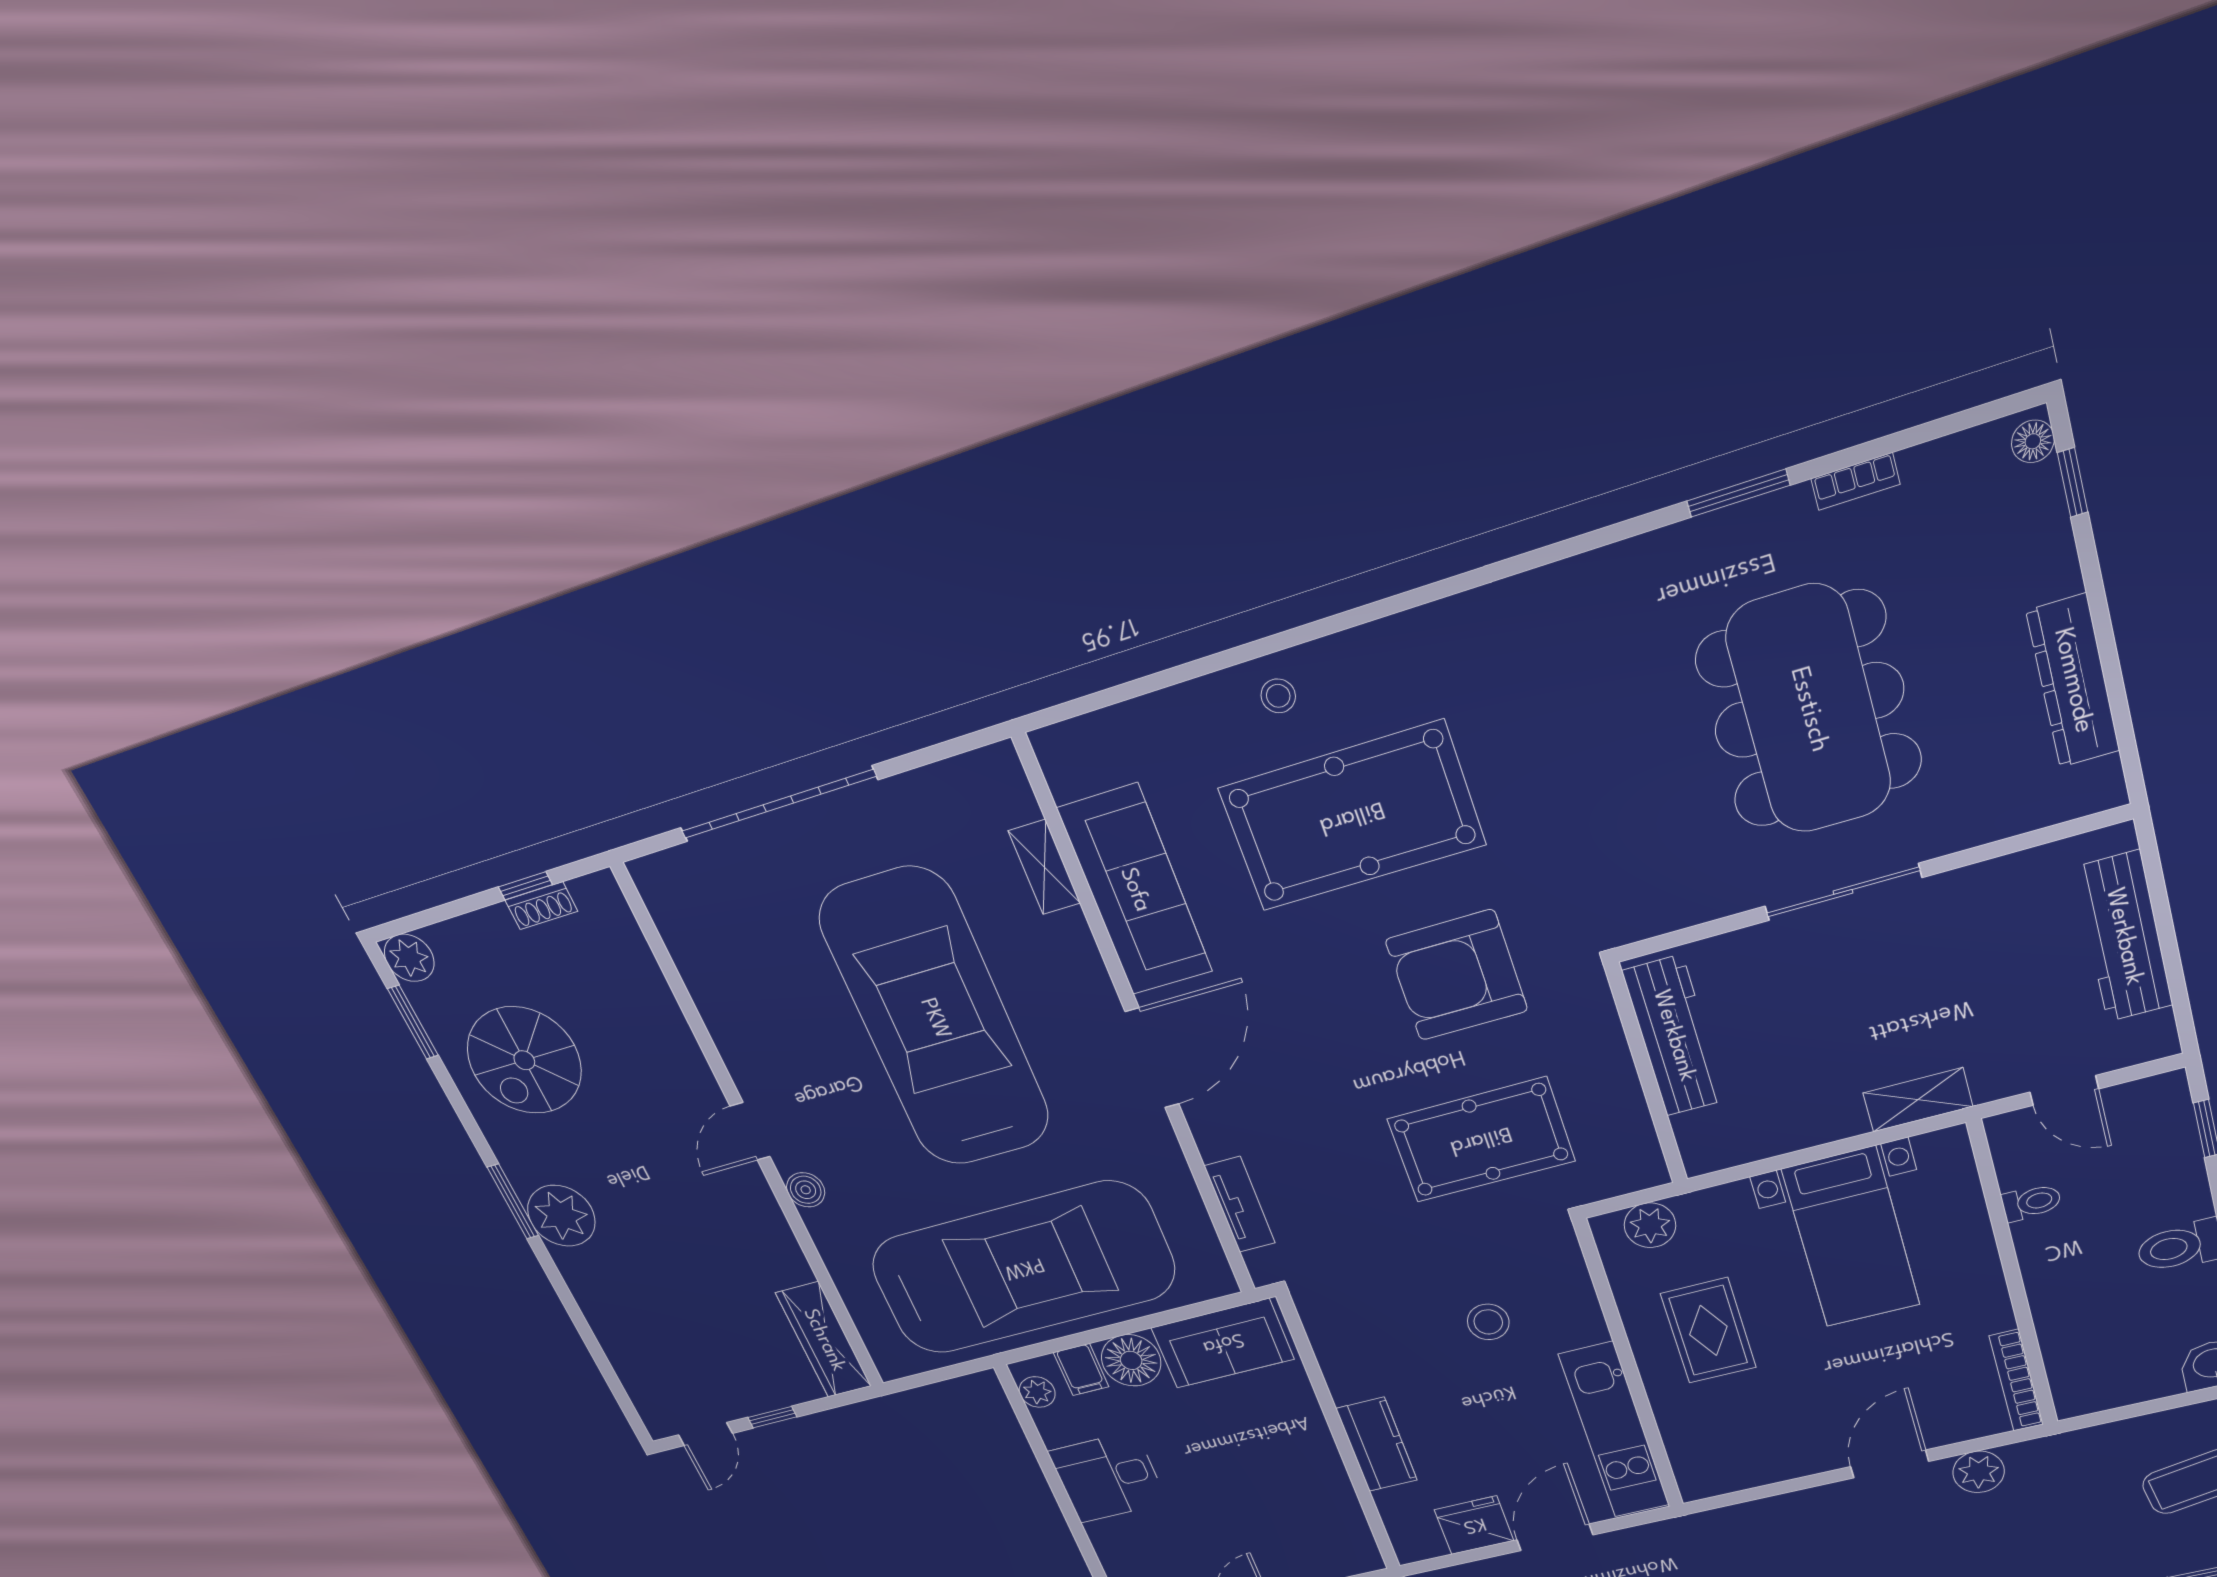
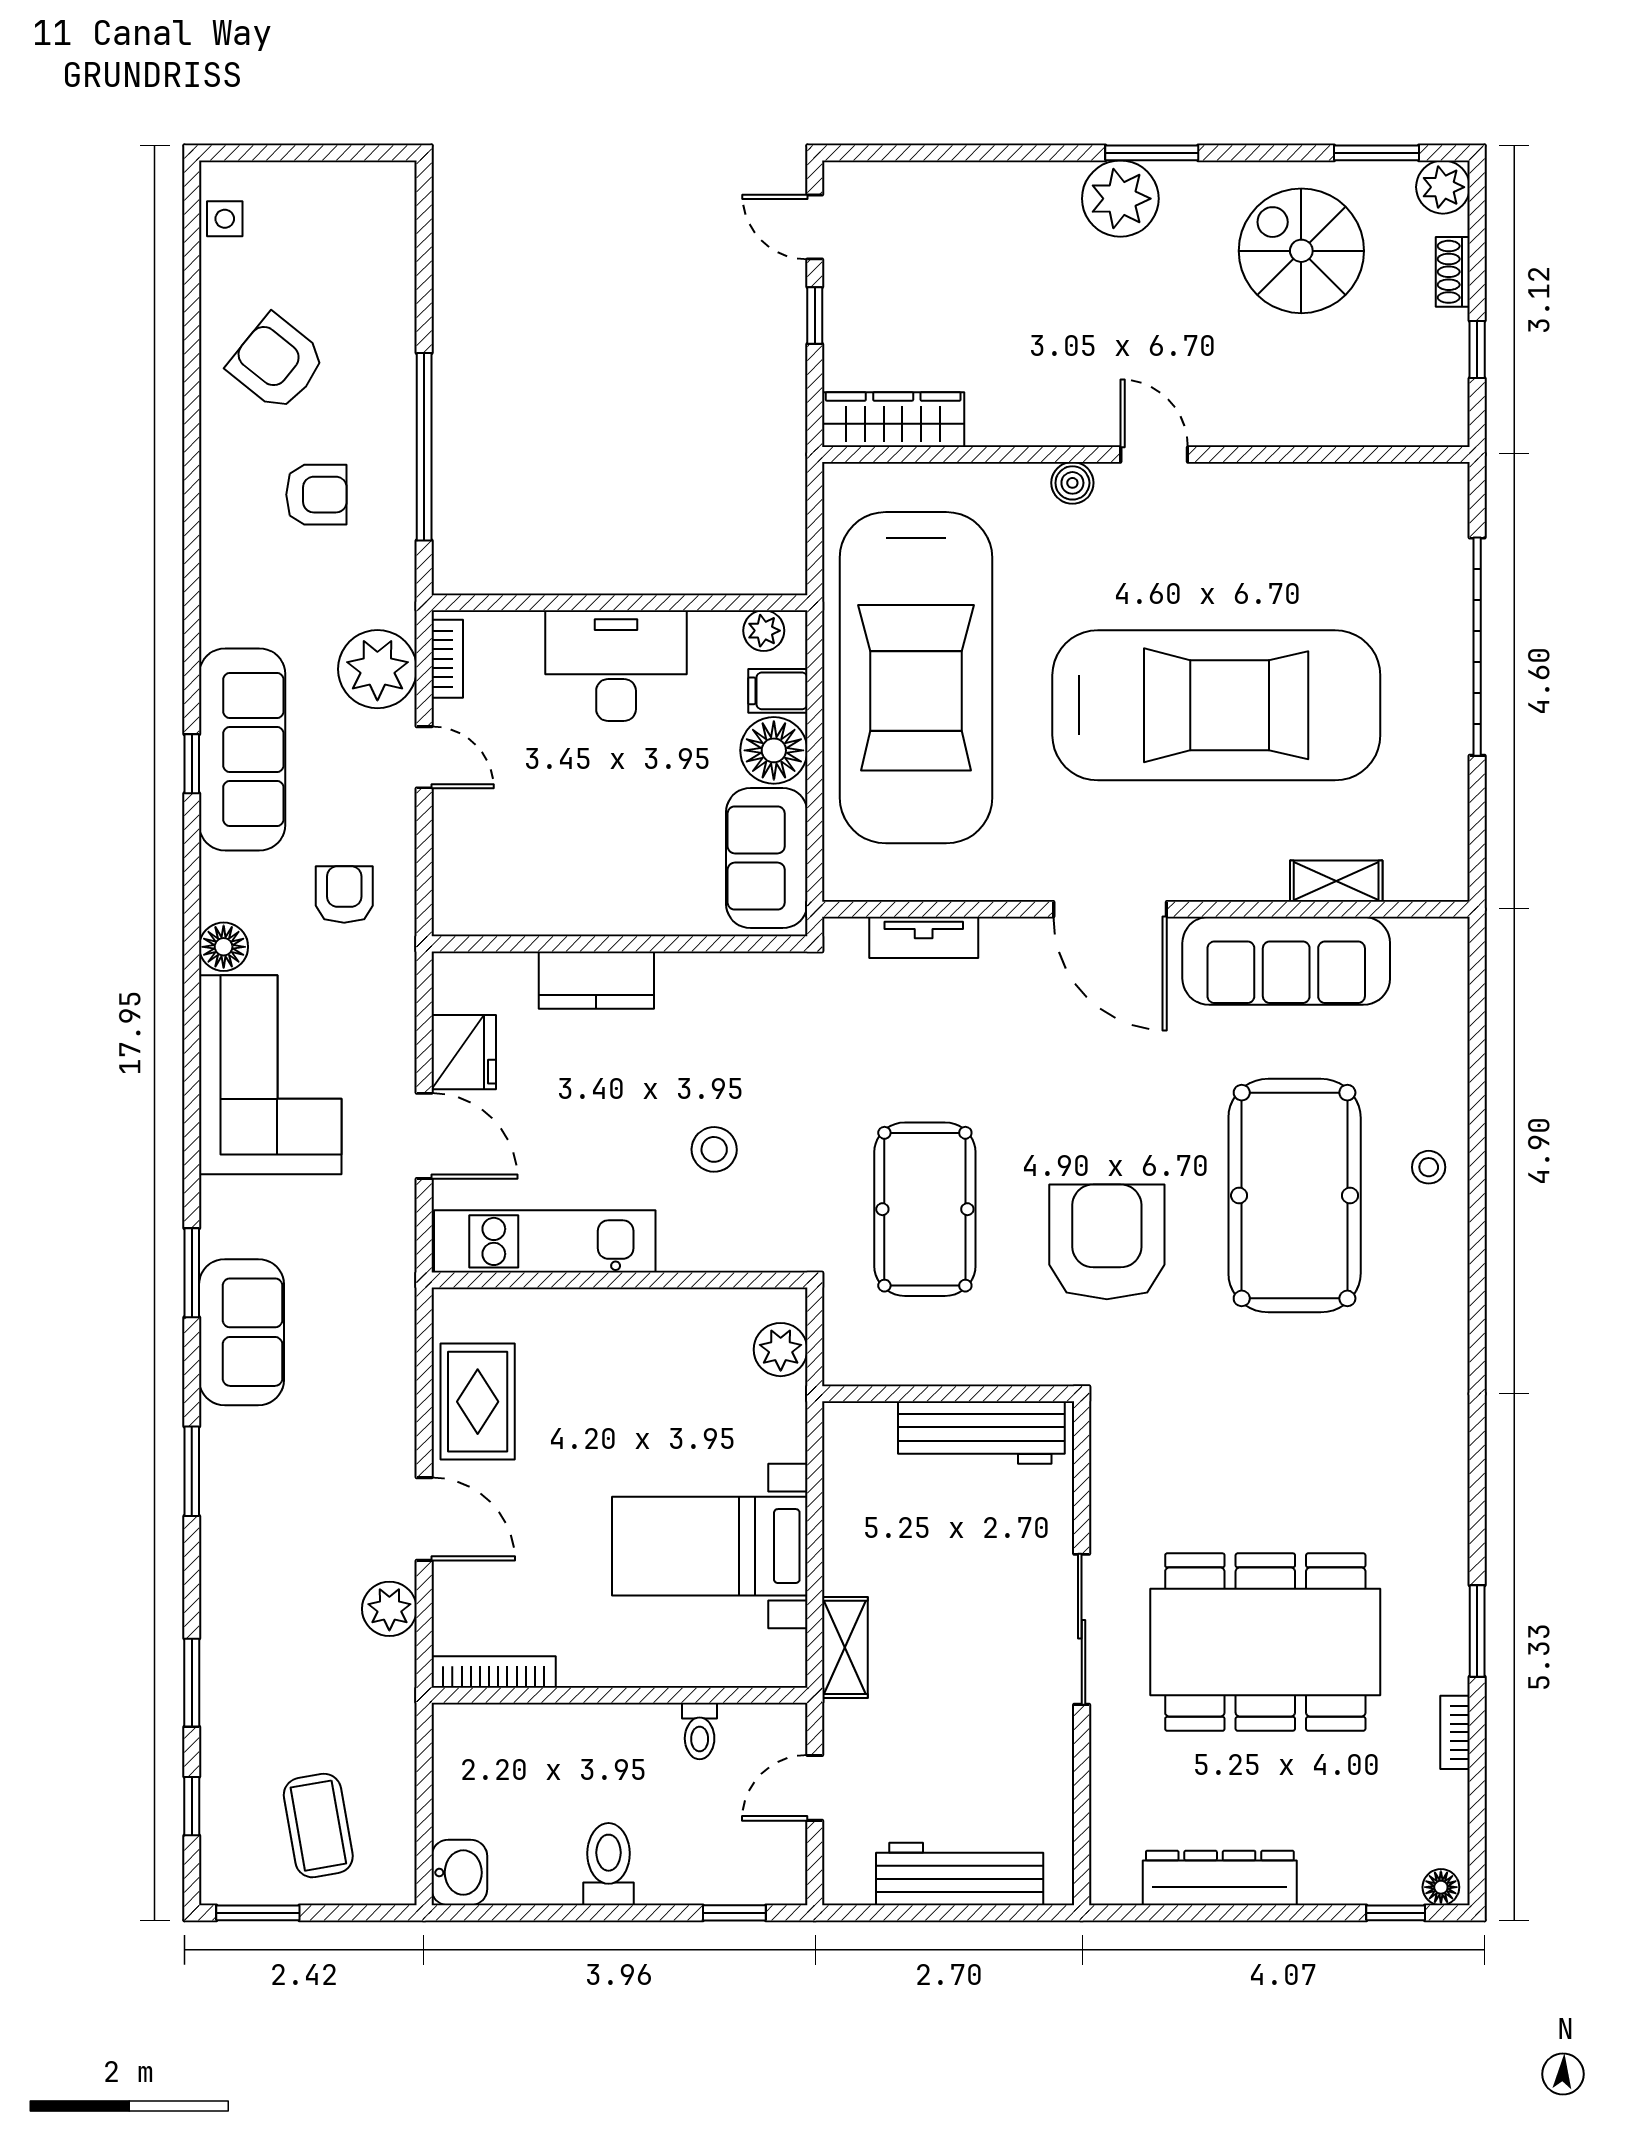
shoe rack: (541, 906) -> (1453, 272), moved
rug: (1708, 1331) -> (478, 1402), moved, turned 90
desk: (1108, 1477) -> (616, 666), width x1.37

